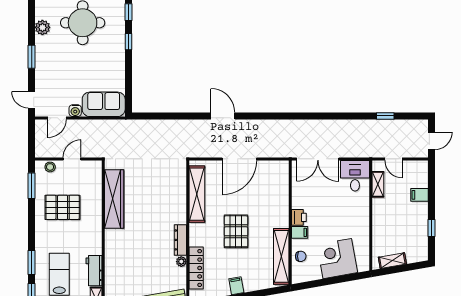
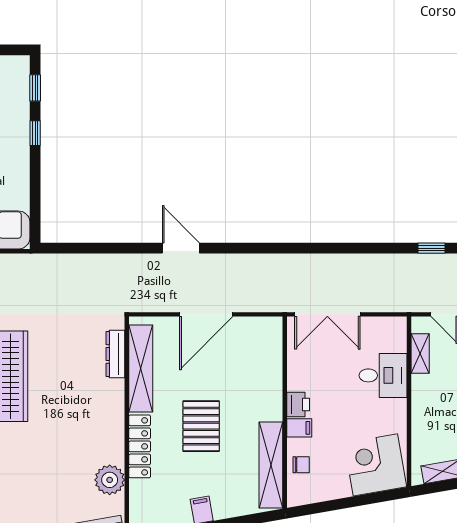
desk: (355, 176) -> (383, 375), moved, turned 90
dresser: (180, 240) -> (115, 354), moved
corner desk: (337, 259) -> (375, 465), moved
plant: (181, 262) -> (110, 480), width x1.87, depth x1.87
locker: (196, 268) -> (140, 446), moved

